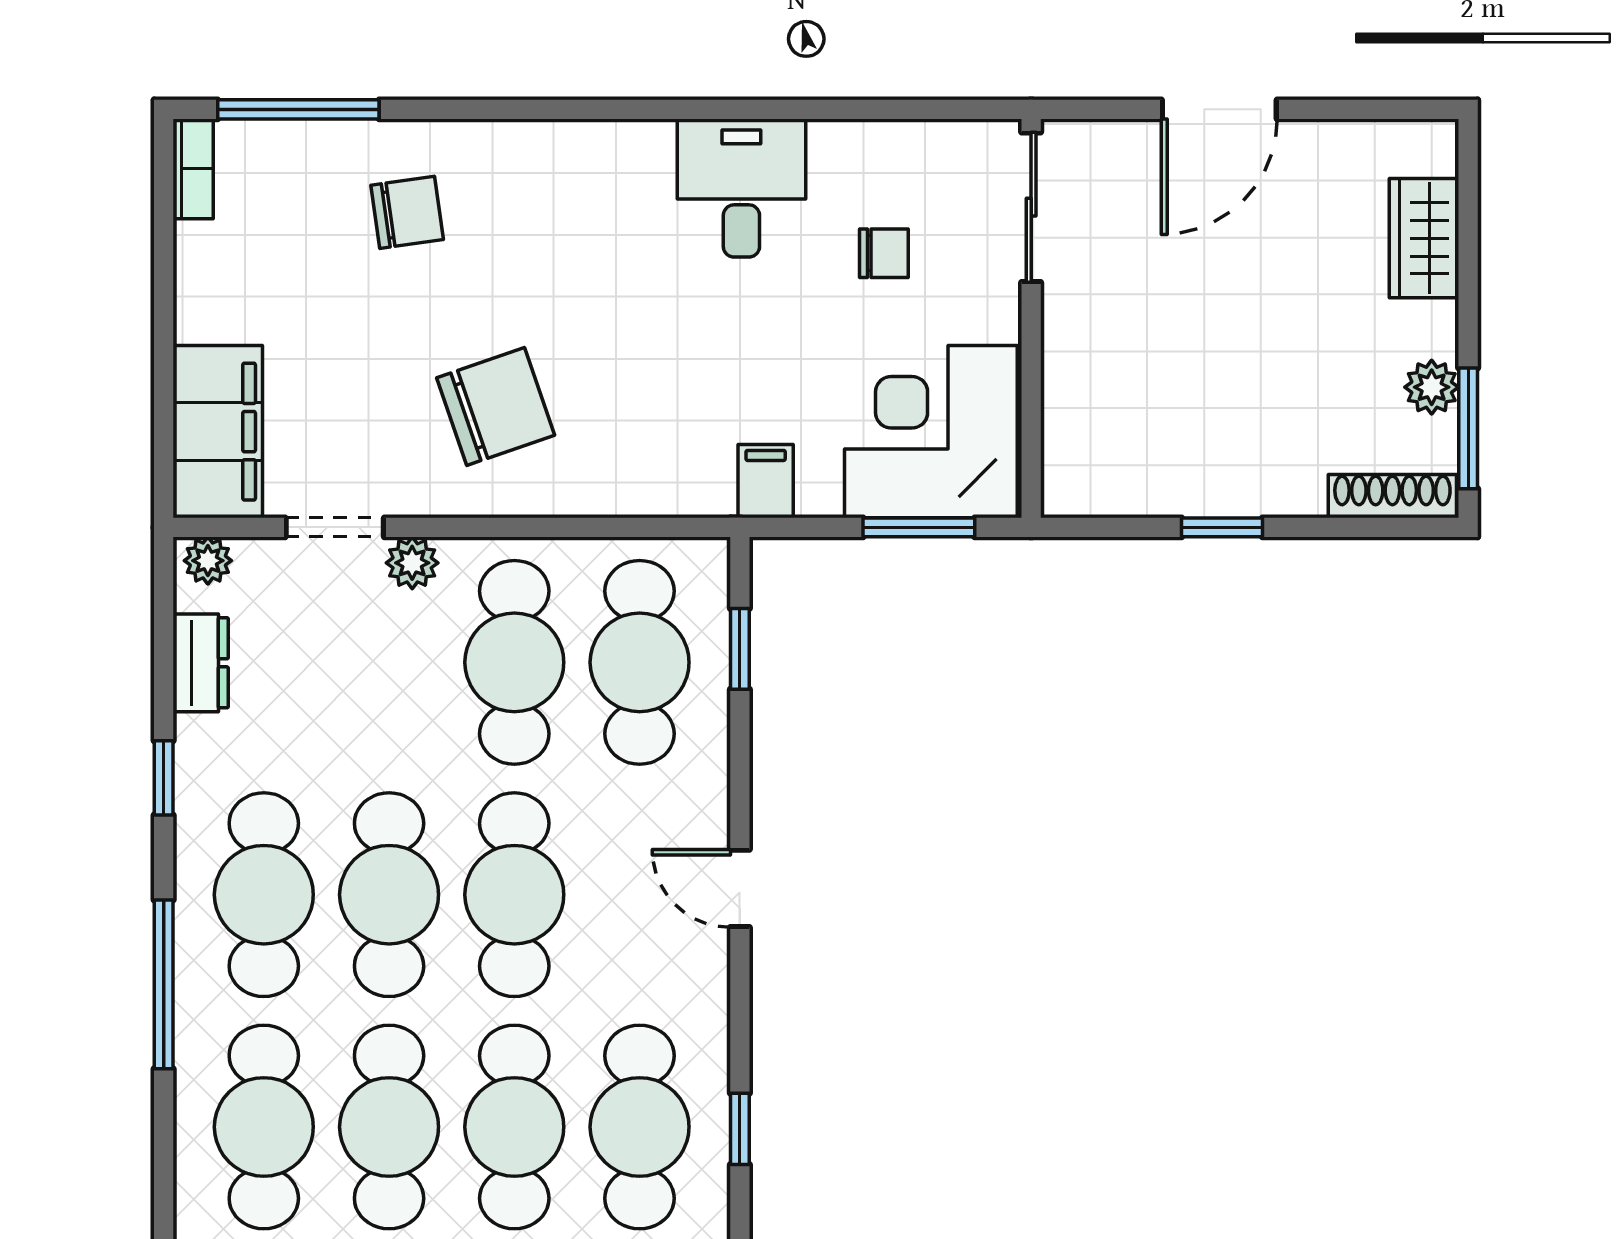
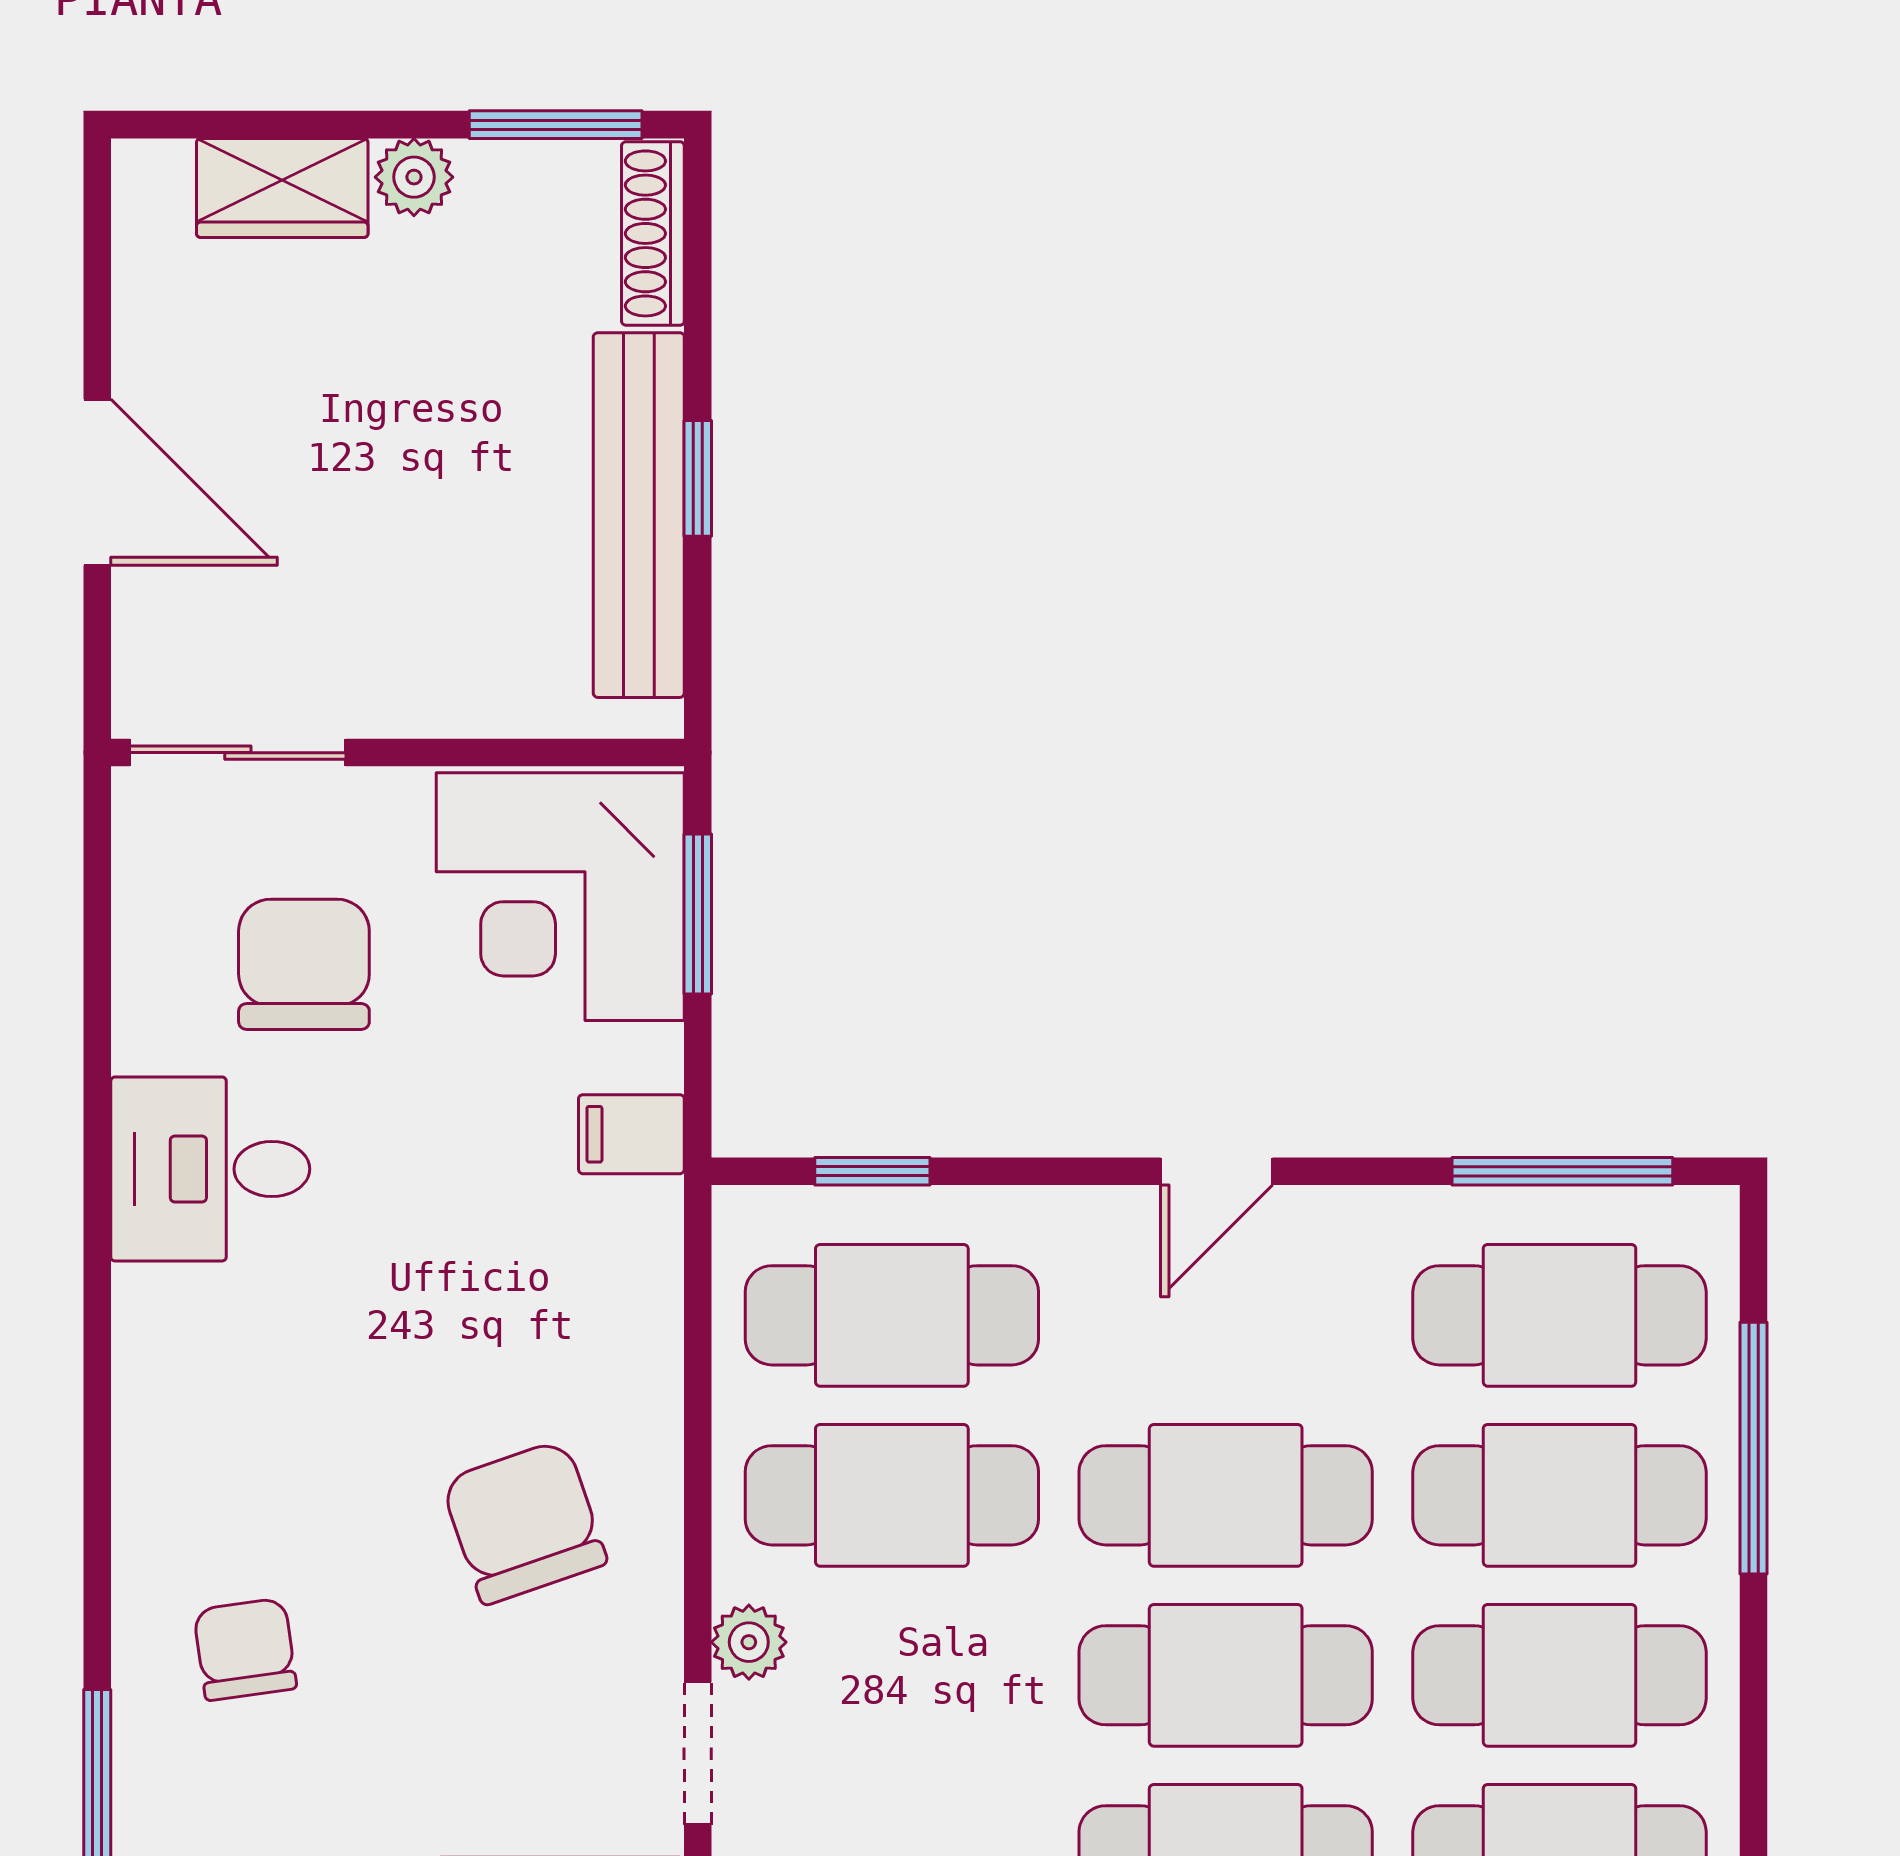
chair: (884, 253) -> (304, 964), width x1.87, depth x1.87
plant: (1432, 387) -> (414, 177), moved
bench: (1196, 486) -> (639, 515), added
window: (740, 1129) -> (1562, 1171), width x2.17

